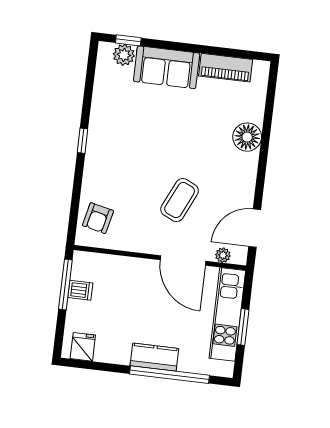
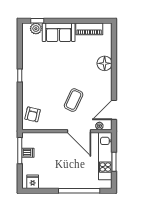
kitchen counter: (154, 357) -> (70, 183), removed

